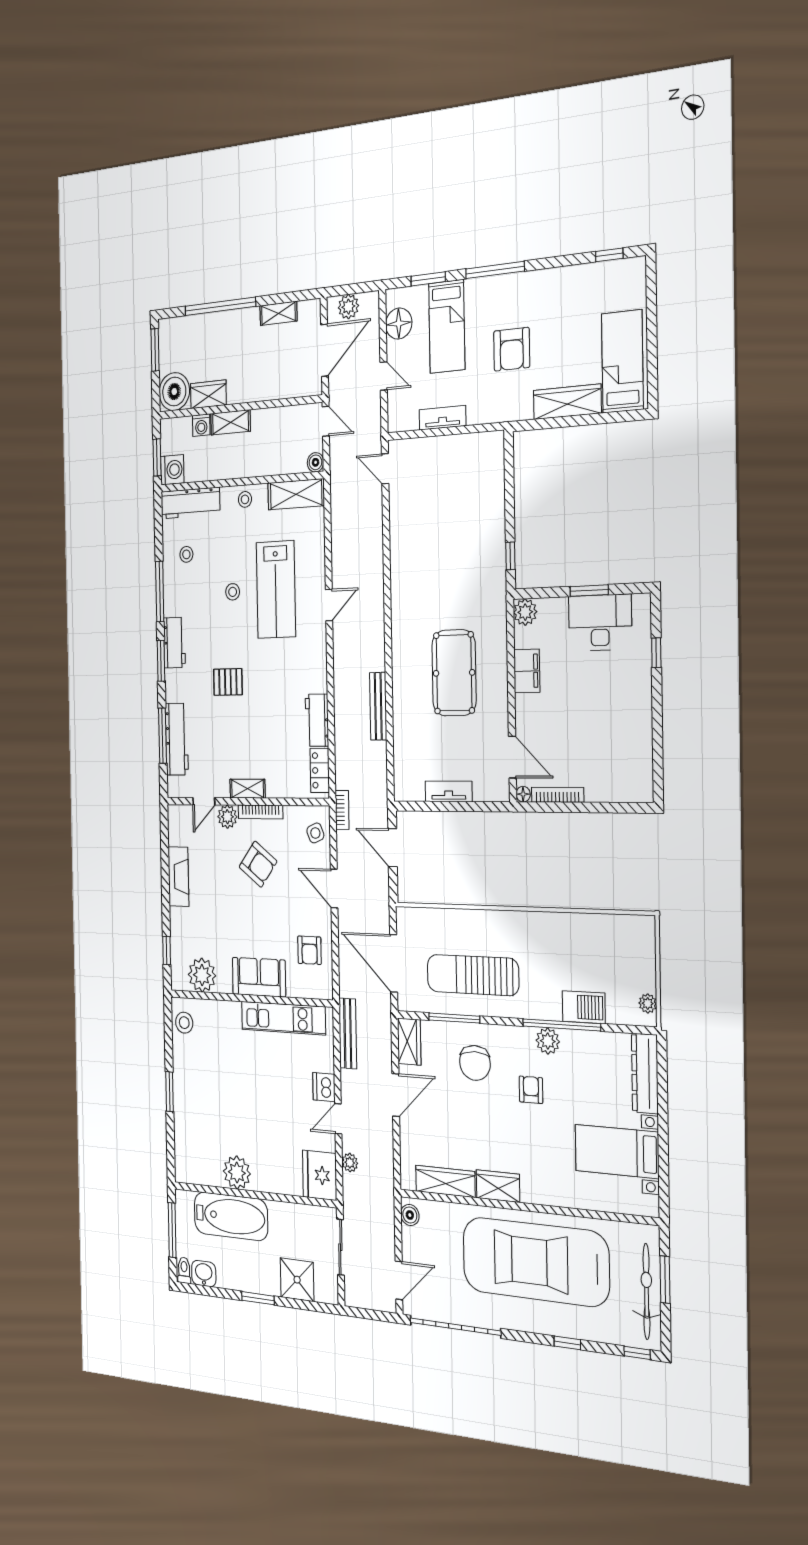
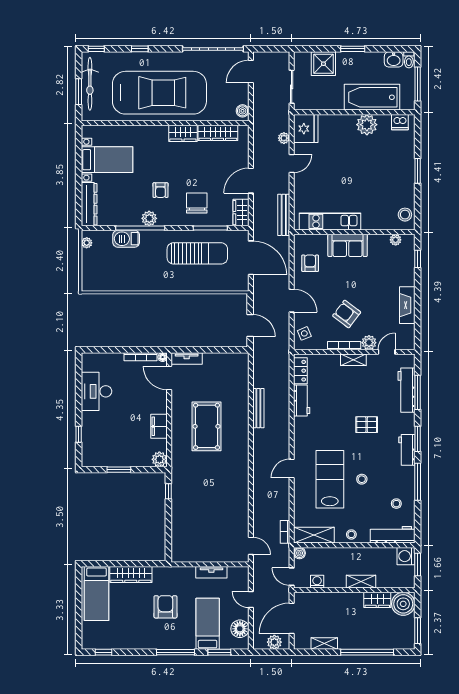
washing machine: (201, 425) -> (317, 582), moved
desk: (600, 623) -> (96, 391), moved, turned 90
tv unit: (449, 791) -> (187, 359), moved
bookcase: (342, 810) -> (285, 532), moved
plant: (202, 975) -> (396, 240), width x0.53, depth x0.53
dishwasher: (324, 1087) -> (400, 122), moved, turned 90

